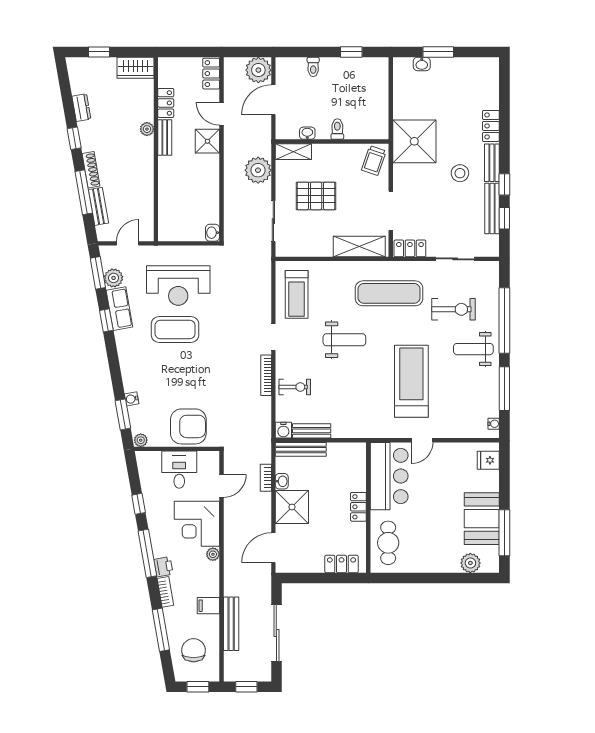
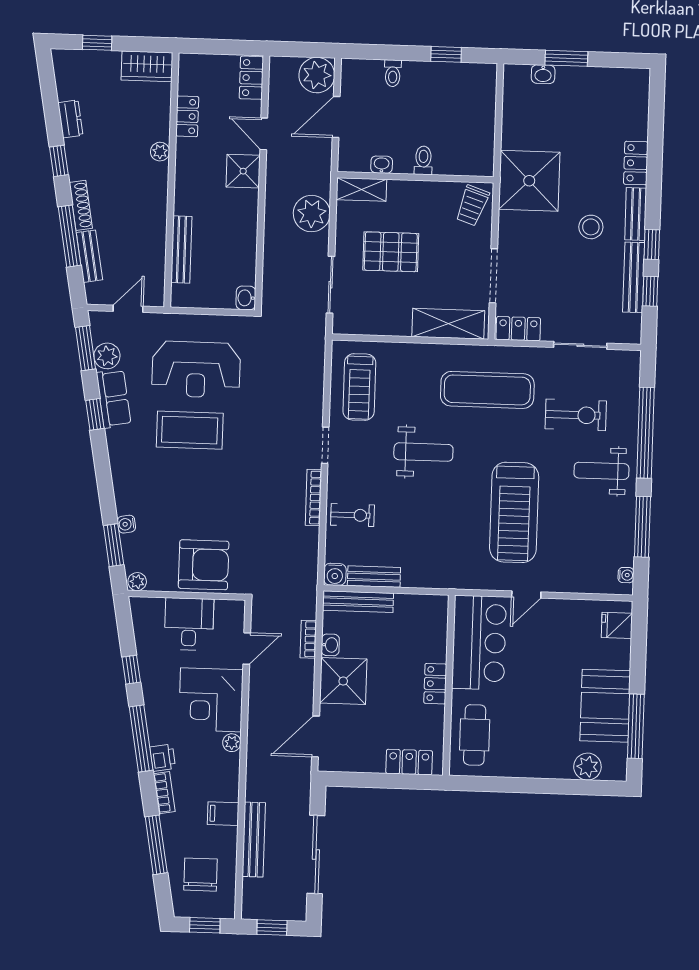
bench: (165, 138) -> (181, 250), moved, width x1.36
treadmill: (411, 381) -> (514, 512), turned 180

